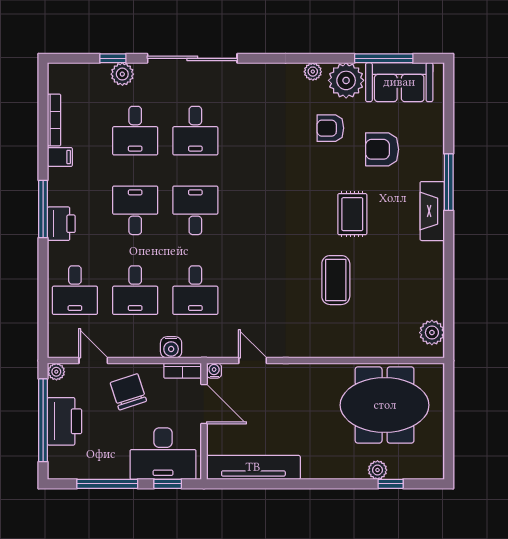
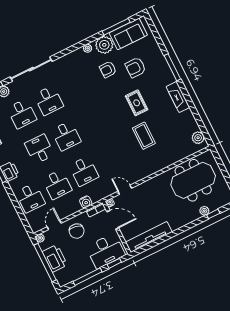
desk: (195, 210) -> (66, 136), turned 180
fireplace: (432, 211) -> (178, 97), moved
door: (93, 361) -> (54, 225), hinge flipped
chair: (128, 392) -> (77, 231), turned -152

